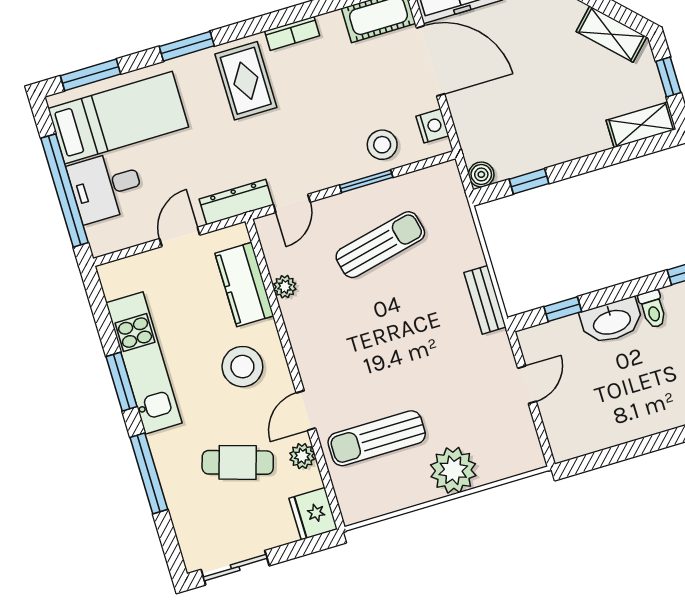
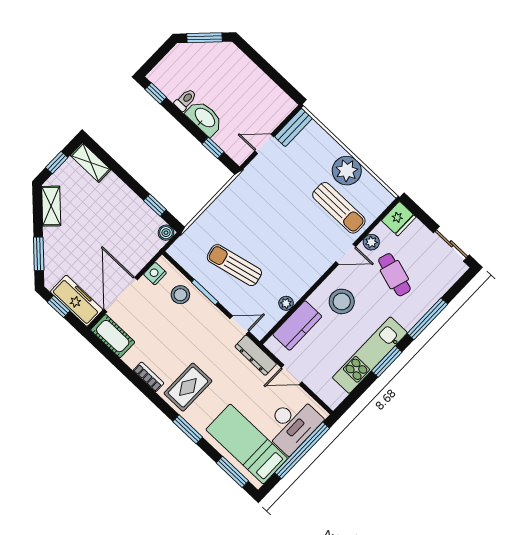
desk: (106, 187) -> (292, 424), width x1.37
bench: (485, 300) -> (294, 127), moved
plant: (453, 470) -> (347, 171), moved

